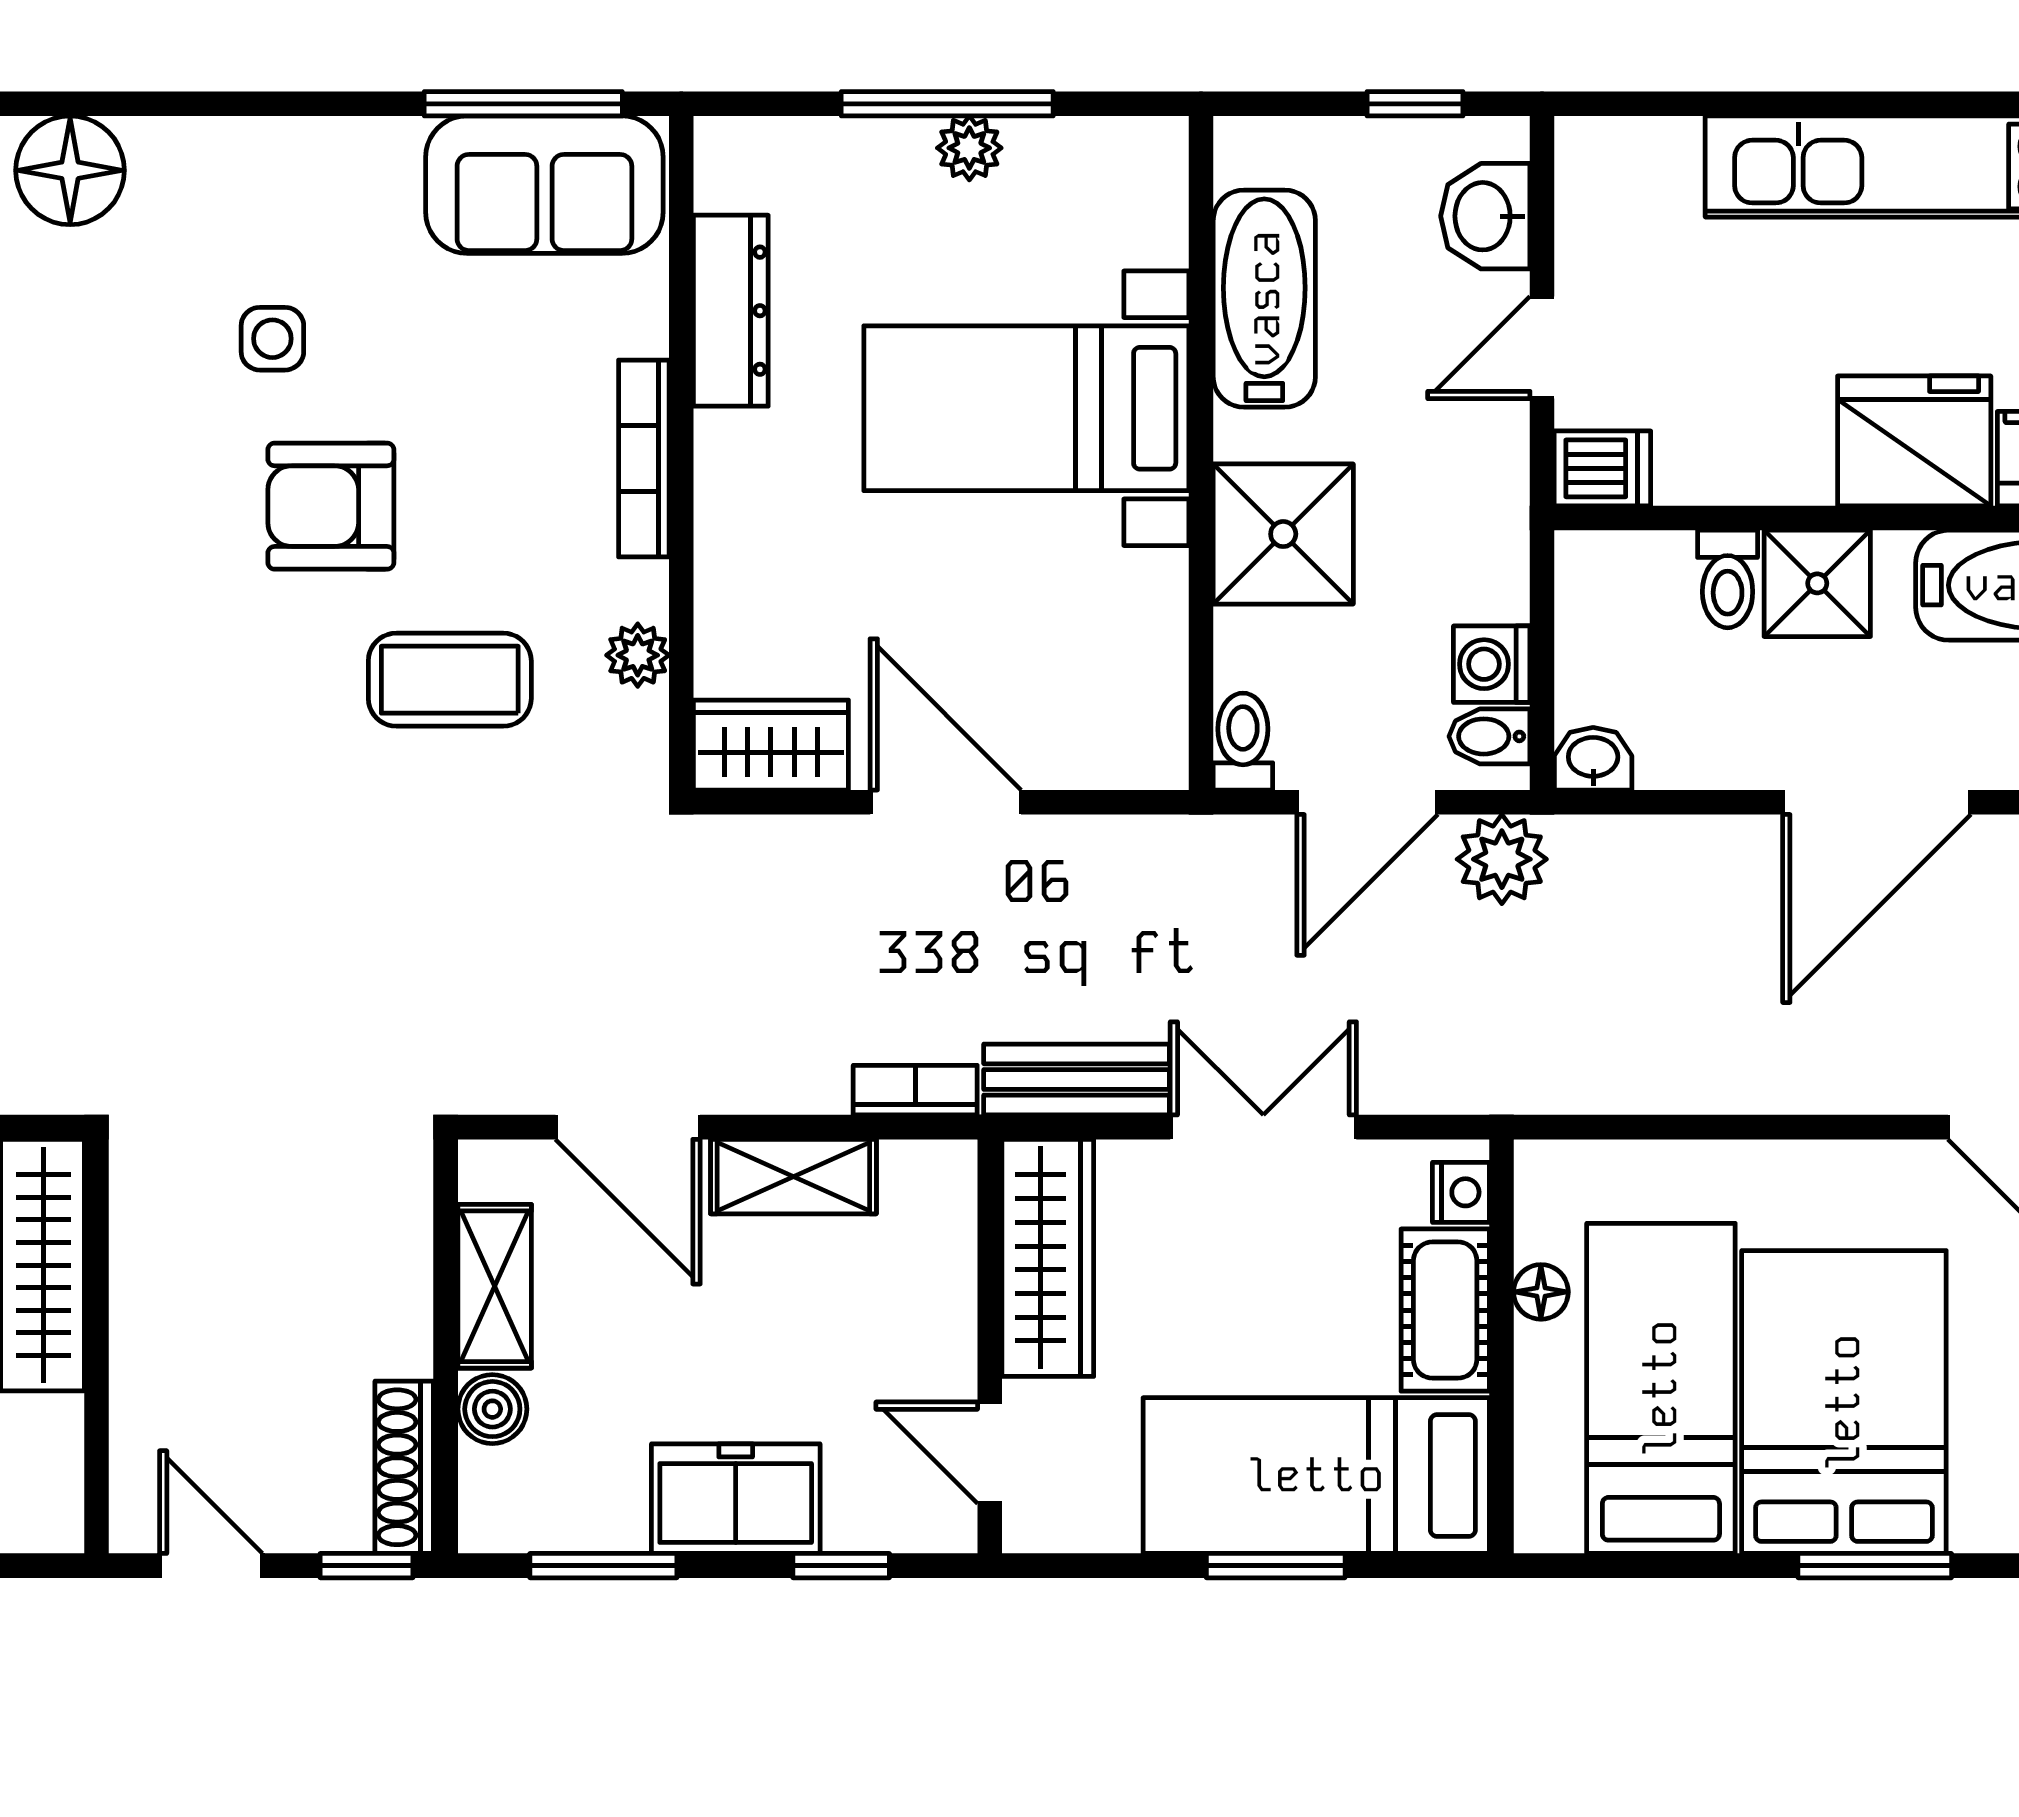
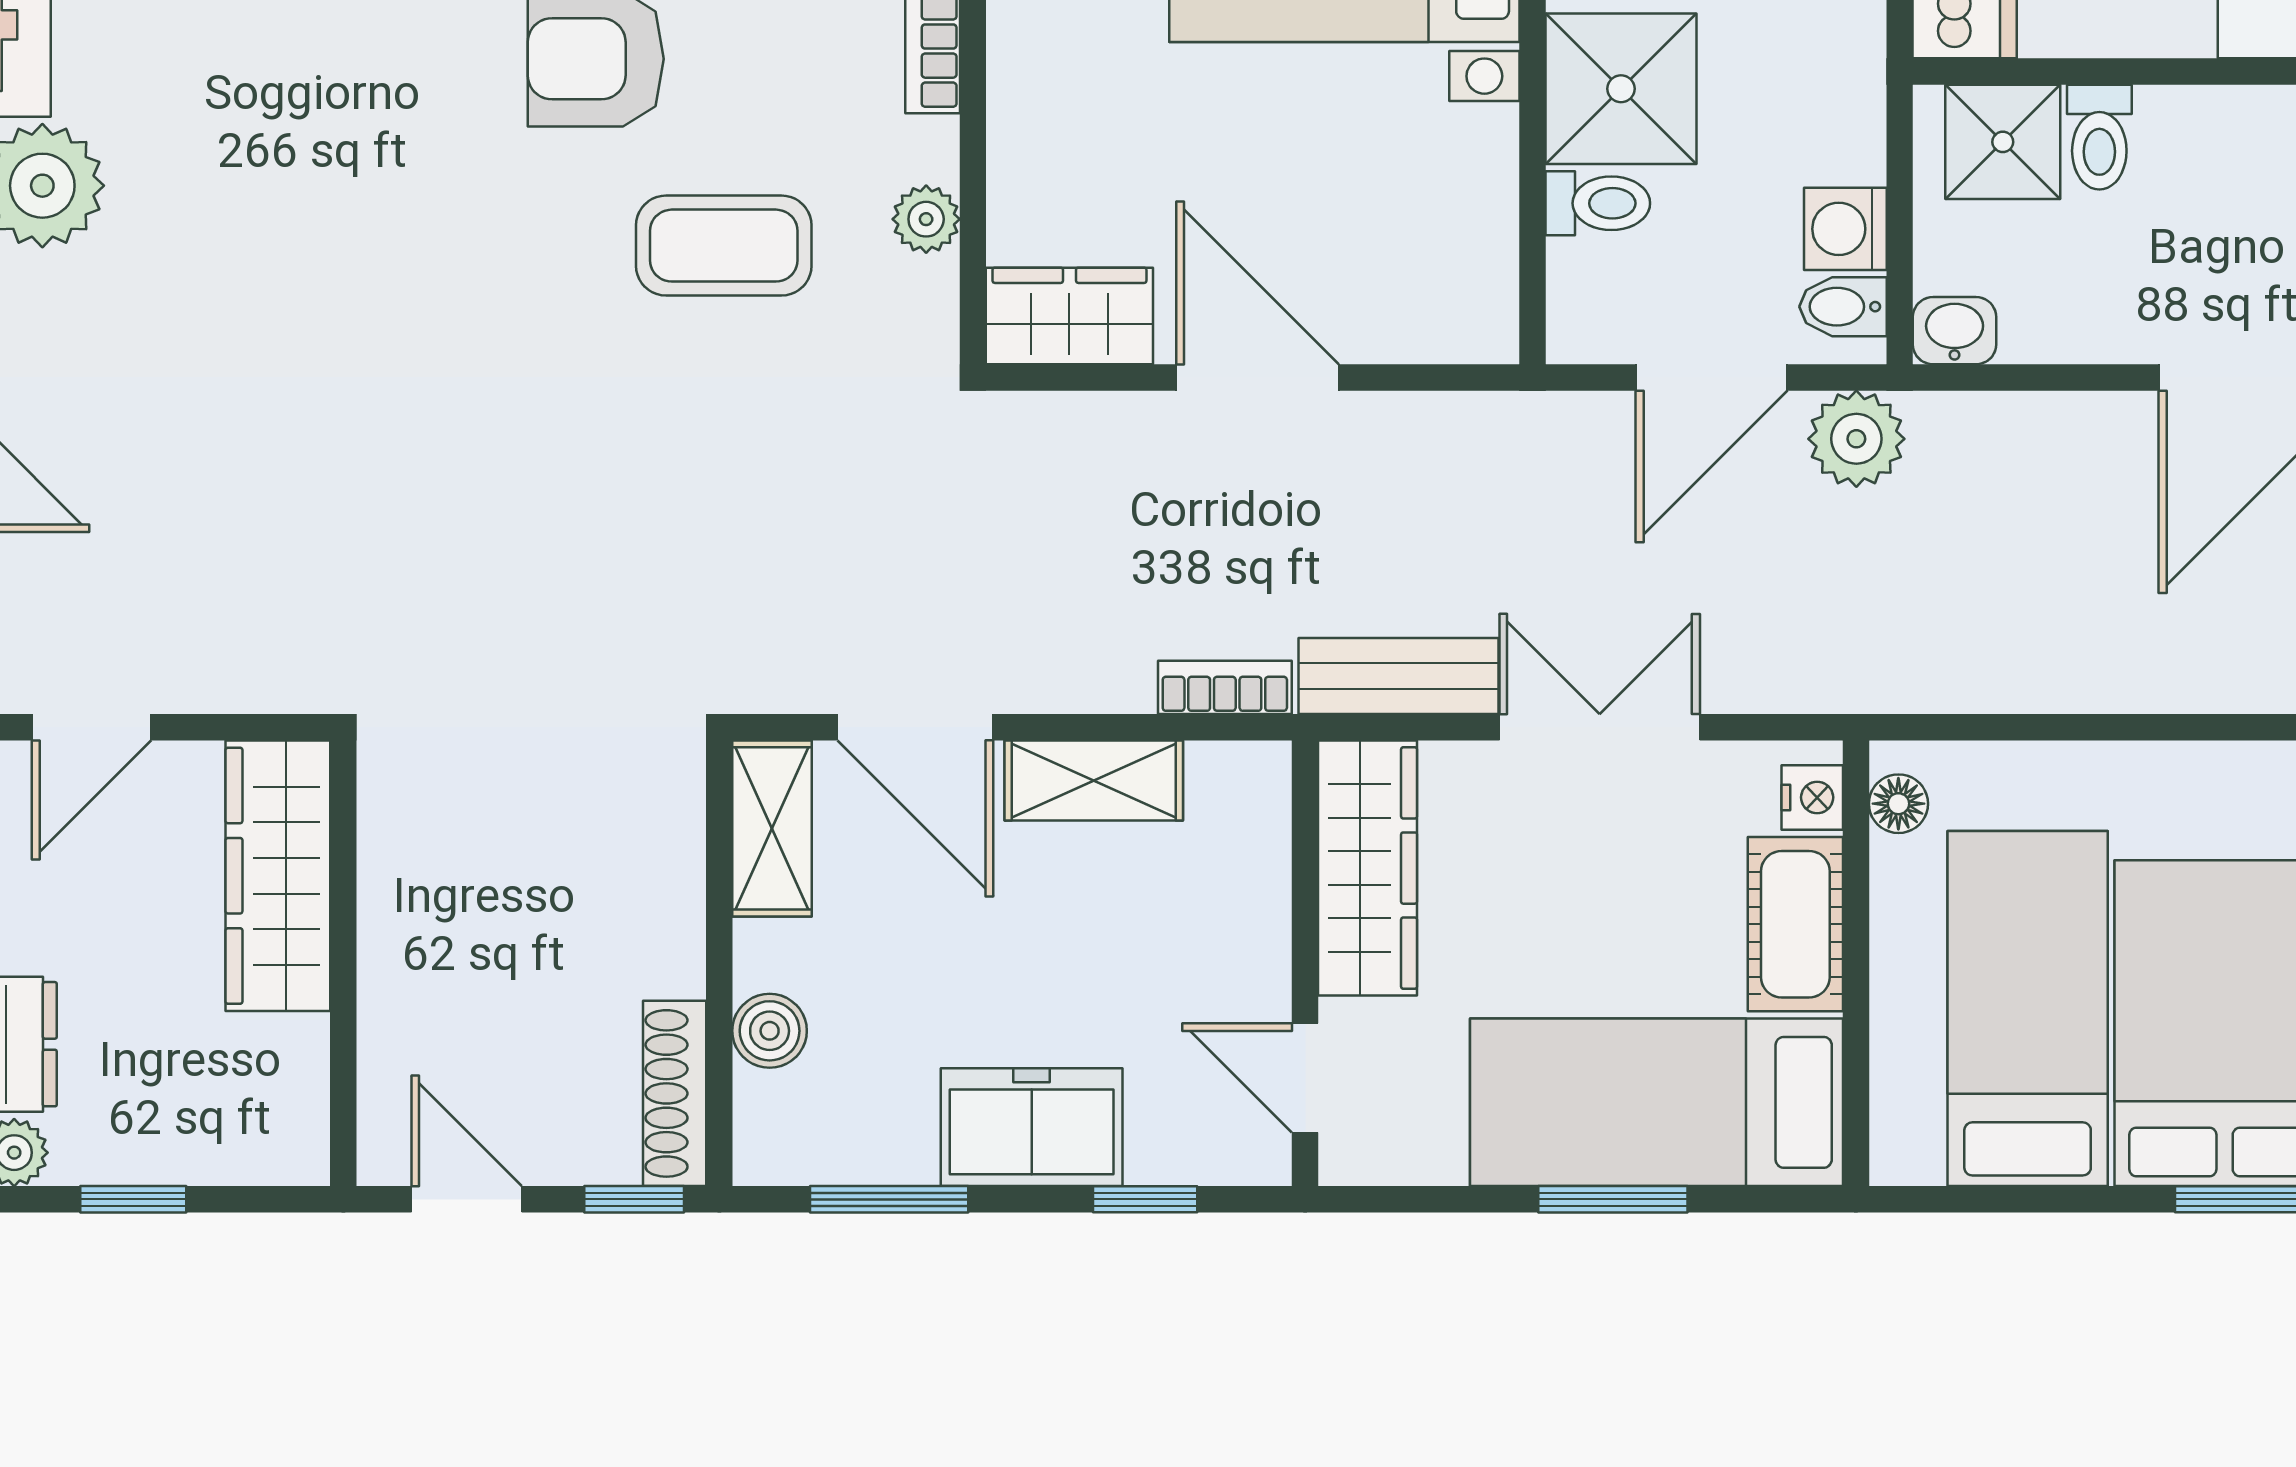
shower: (1817, 583) -> (2003, 142), moved
toilet: (1243, 742) -> (1598, 203), moved, turned 90
shelving: (495, 1286) -> (772, 828), moved
floor lamp: (1541, 1292) -> (1898, 804), moved

